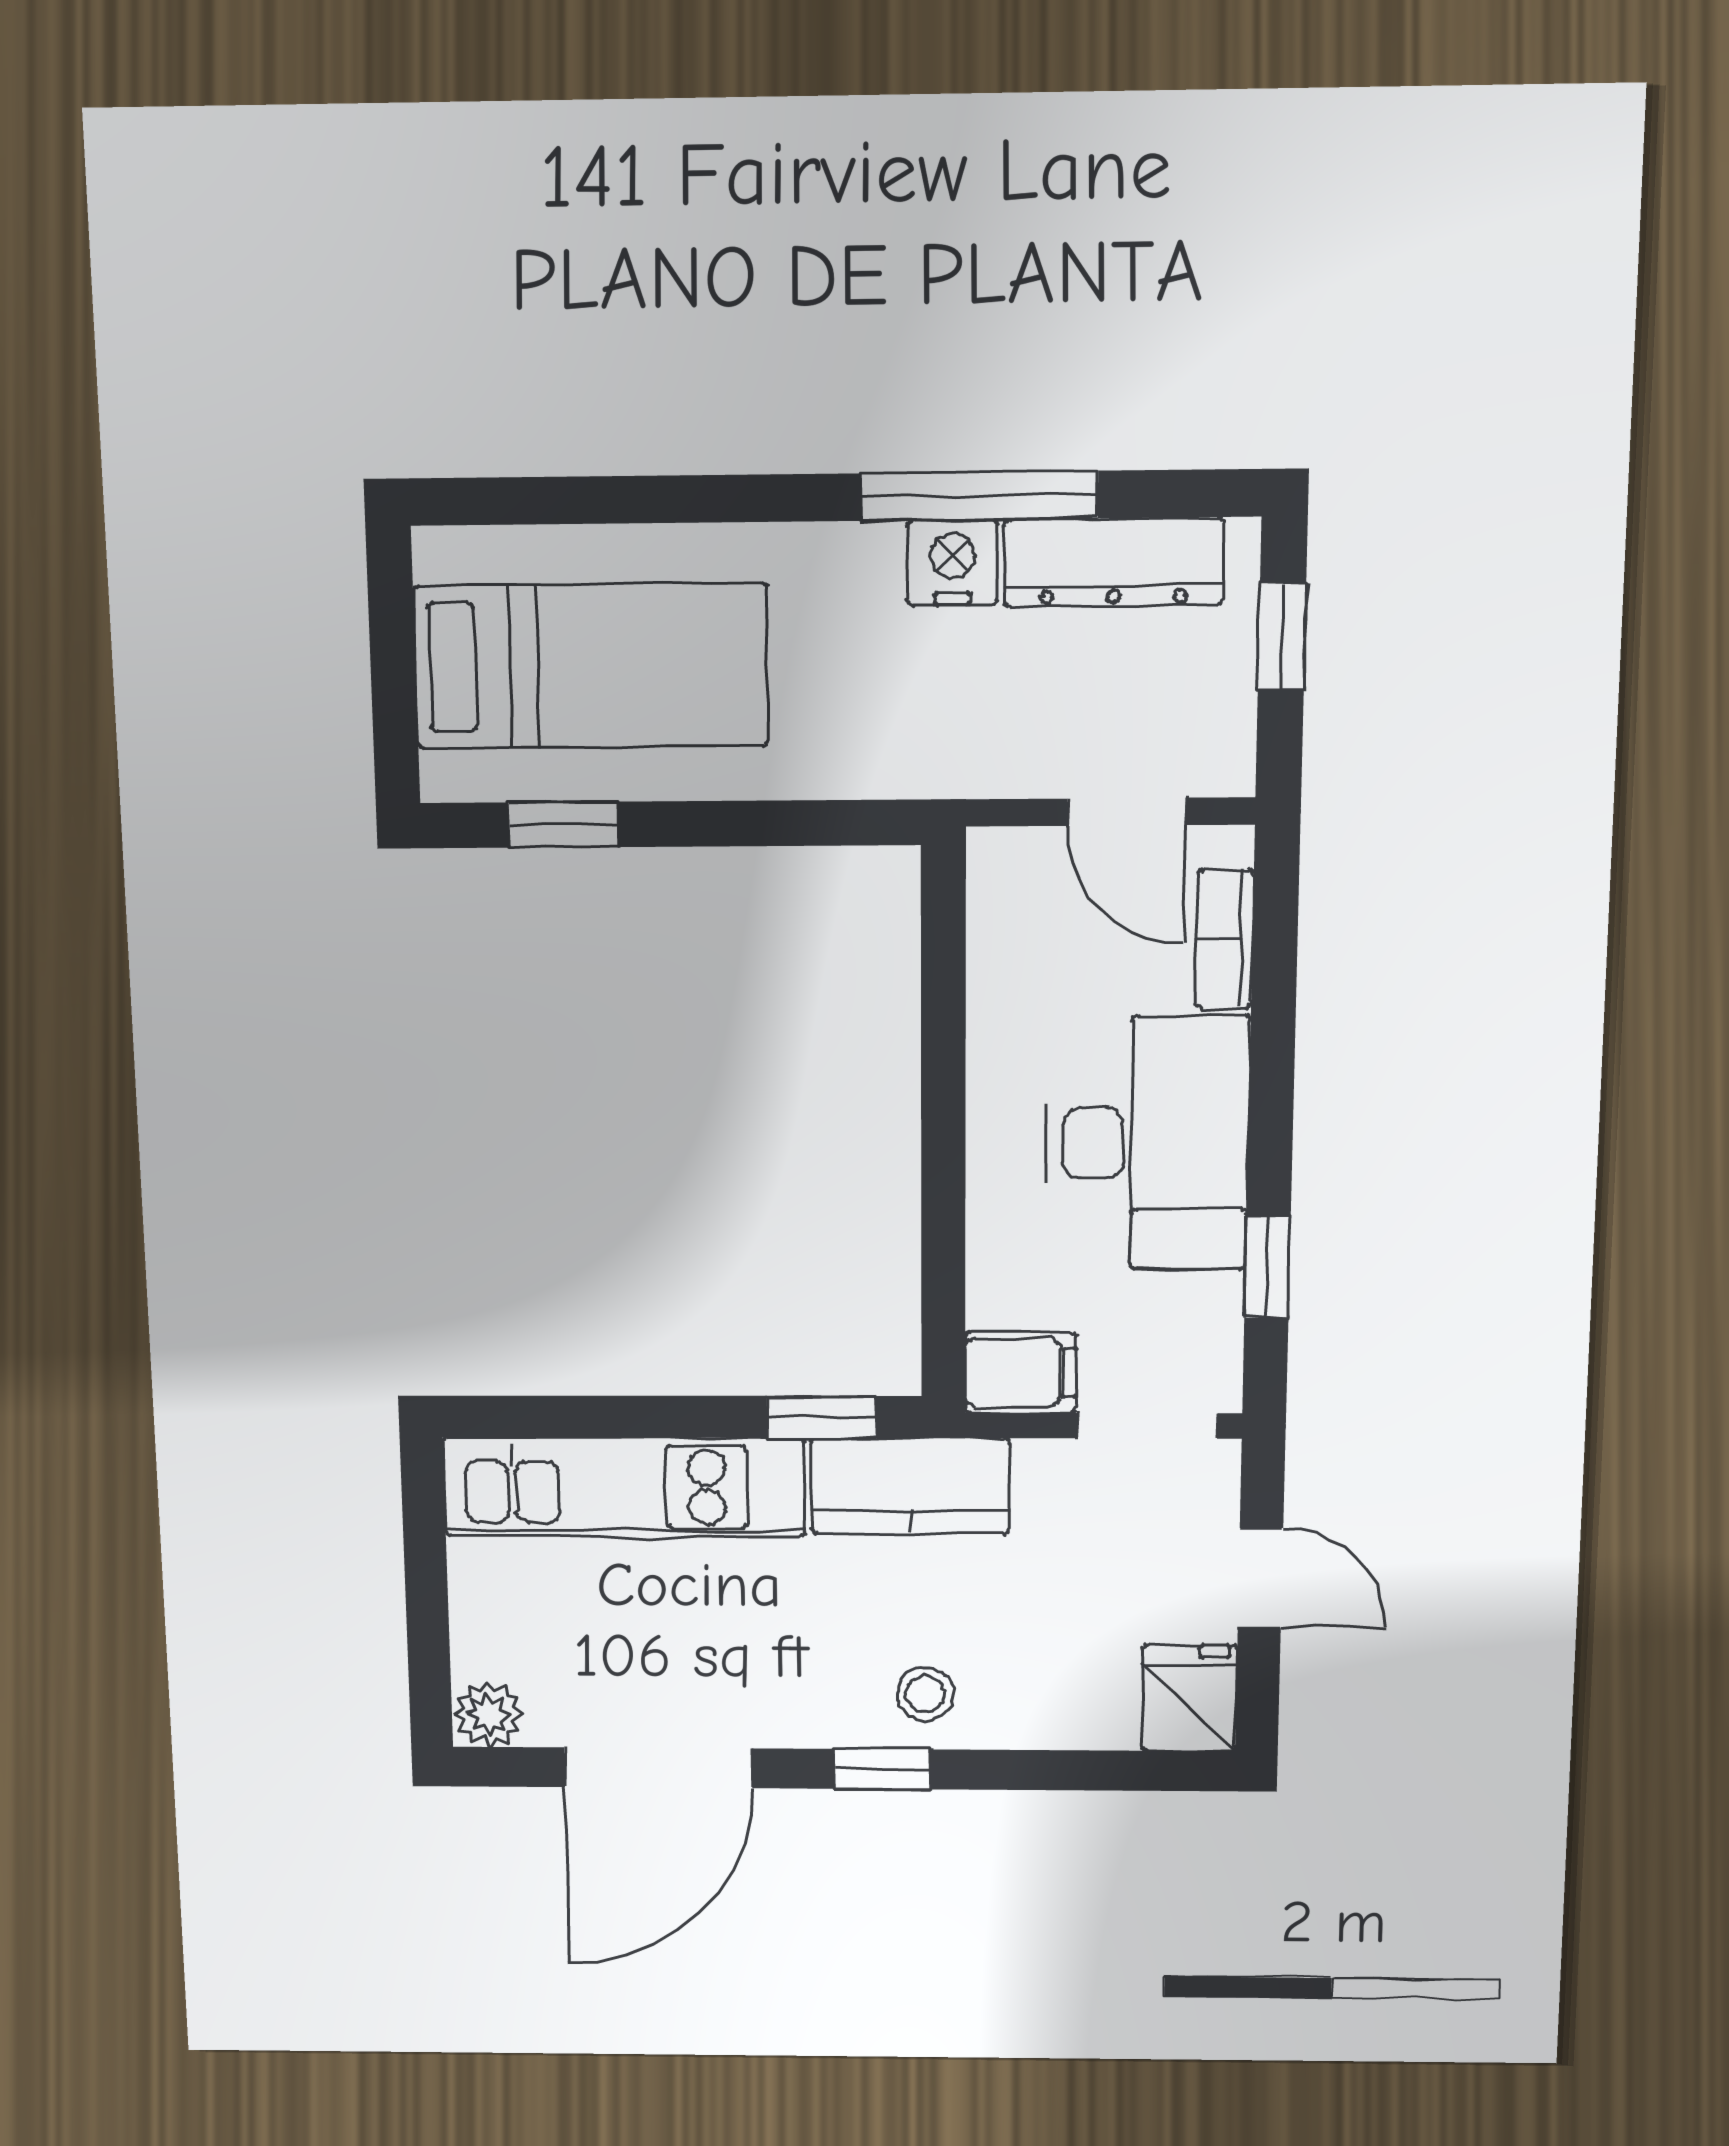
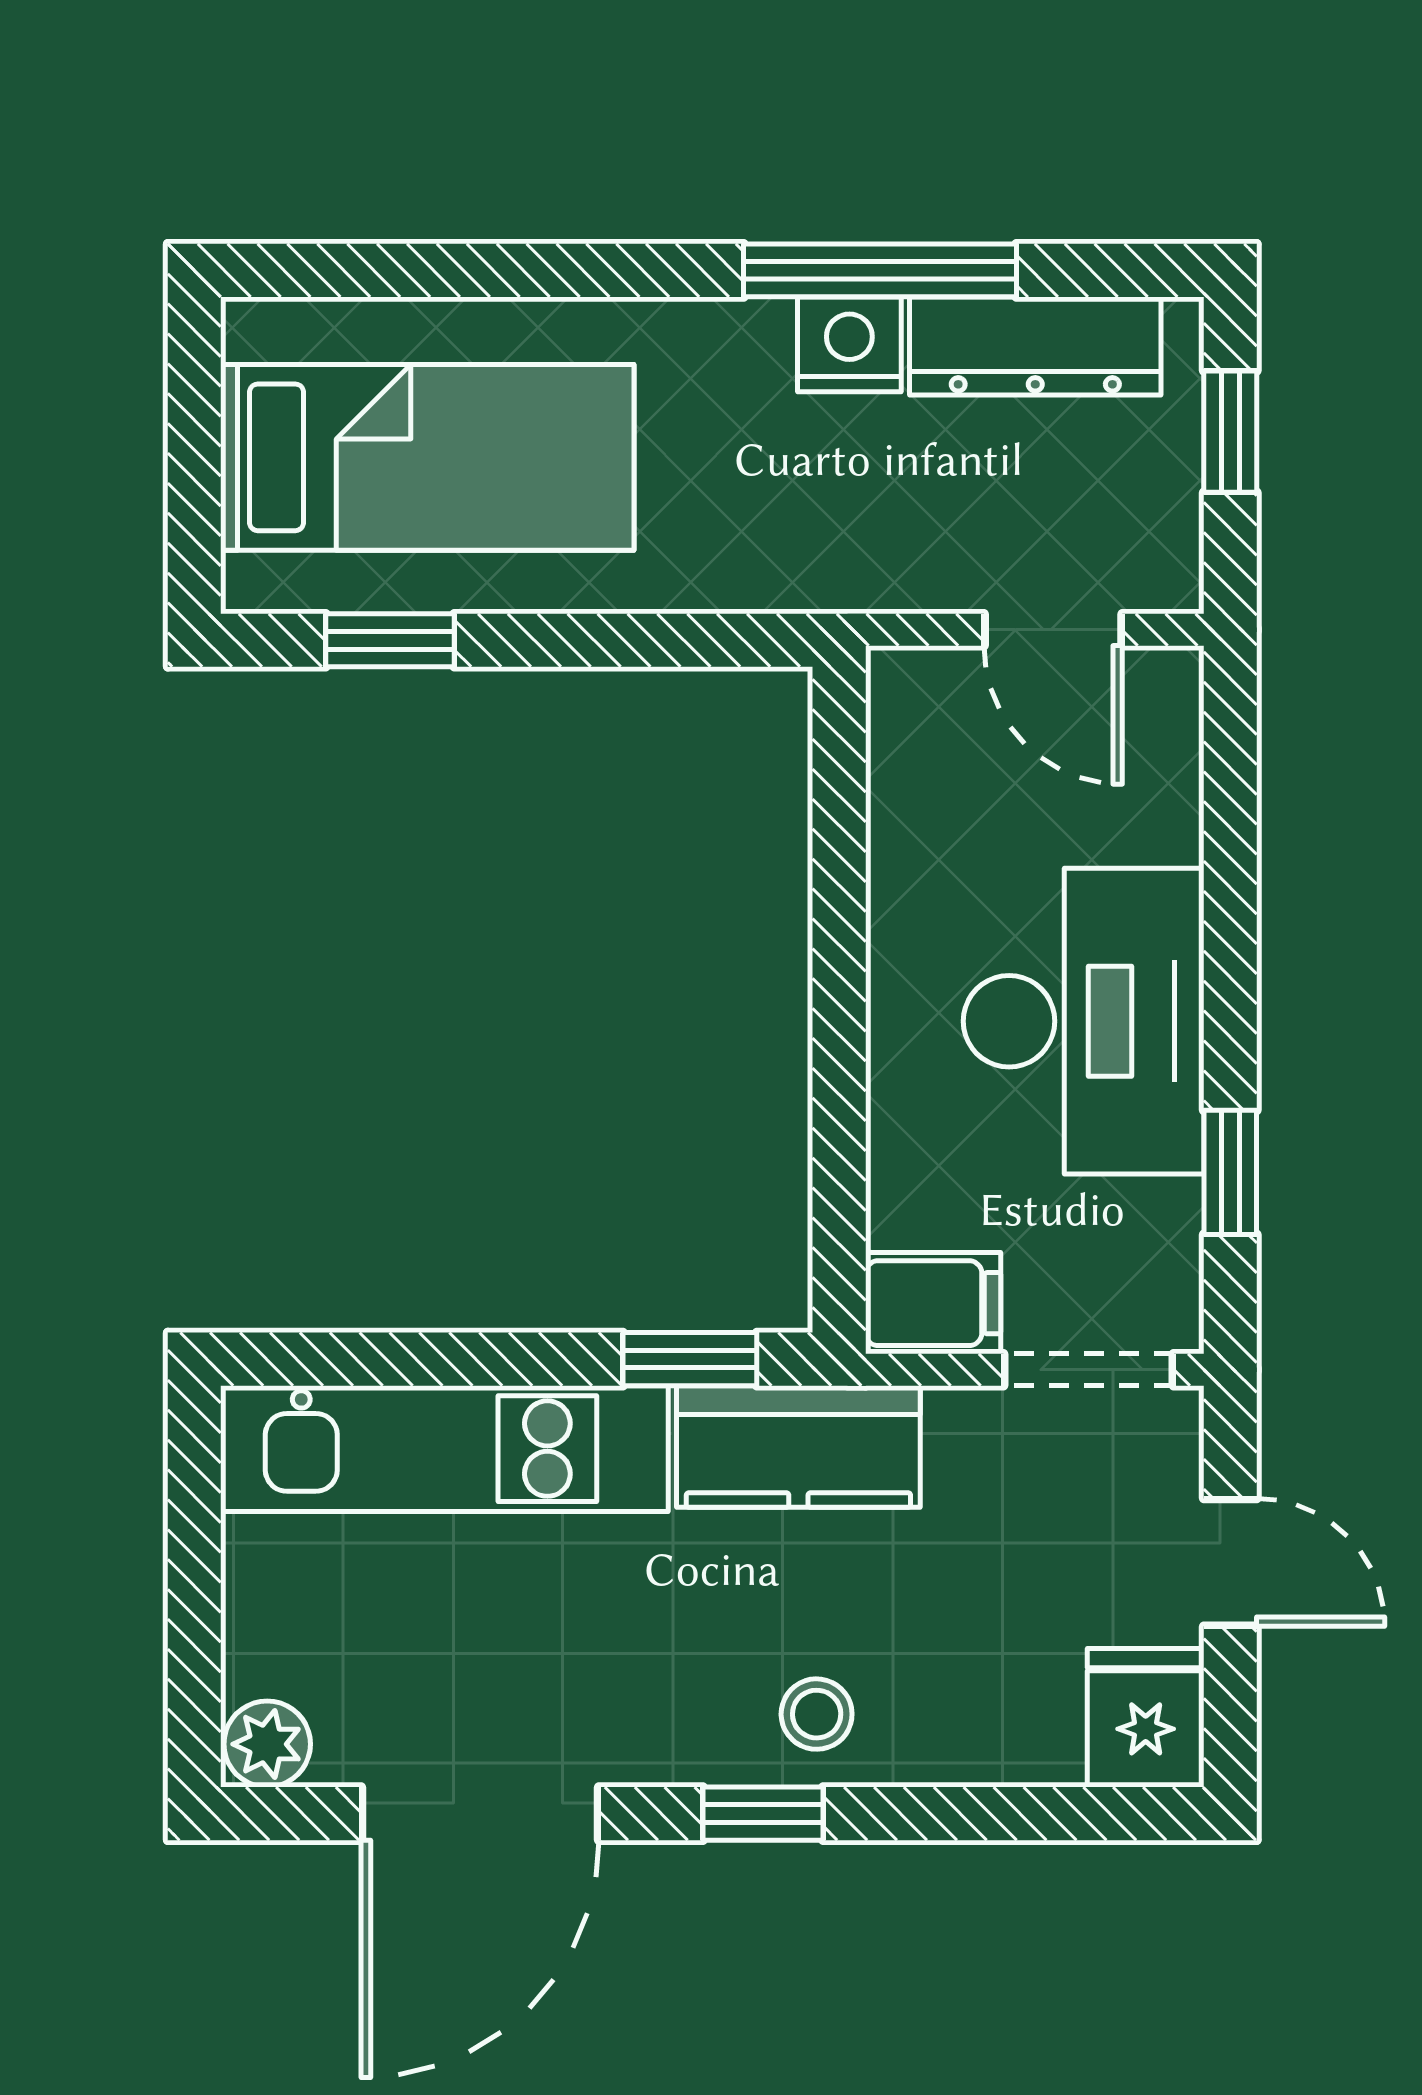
bookcase: (1225, 939) -> (1171, 778), removed

